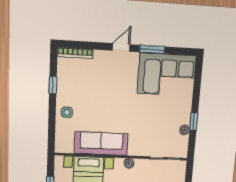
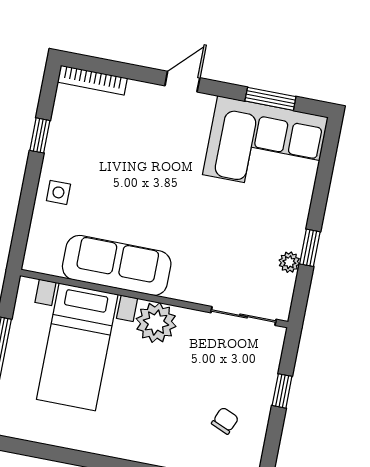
window: (152, 49) -> (270, 99), moved
plant: (129, 163) -> (156, 323), width x1.87, depth x1.87

